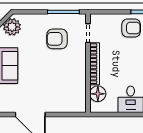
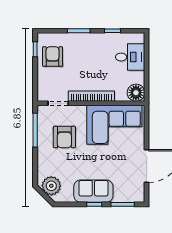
corner sofa: (68, 85) -> (114, 125), added
floor lamp: (98, 94) -> (136, 93), moved

